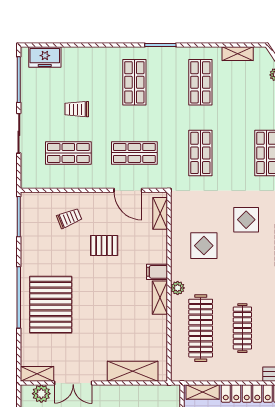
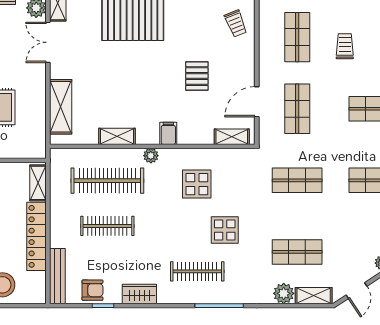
trolley: (69, 218) -> (236, 23), moved
shelving: (160, 298) -> (117, 136), moved

